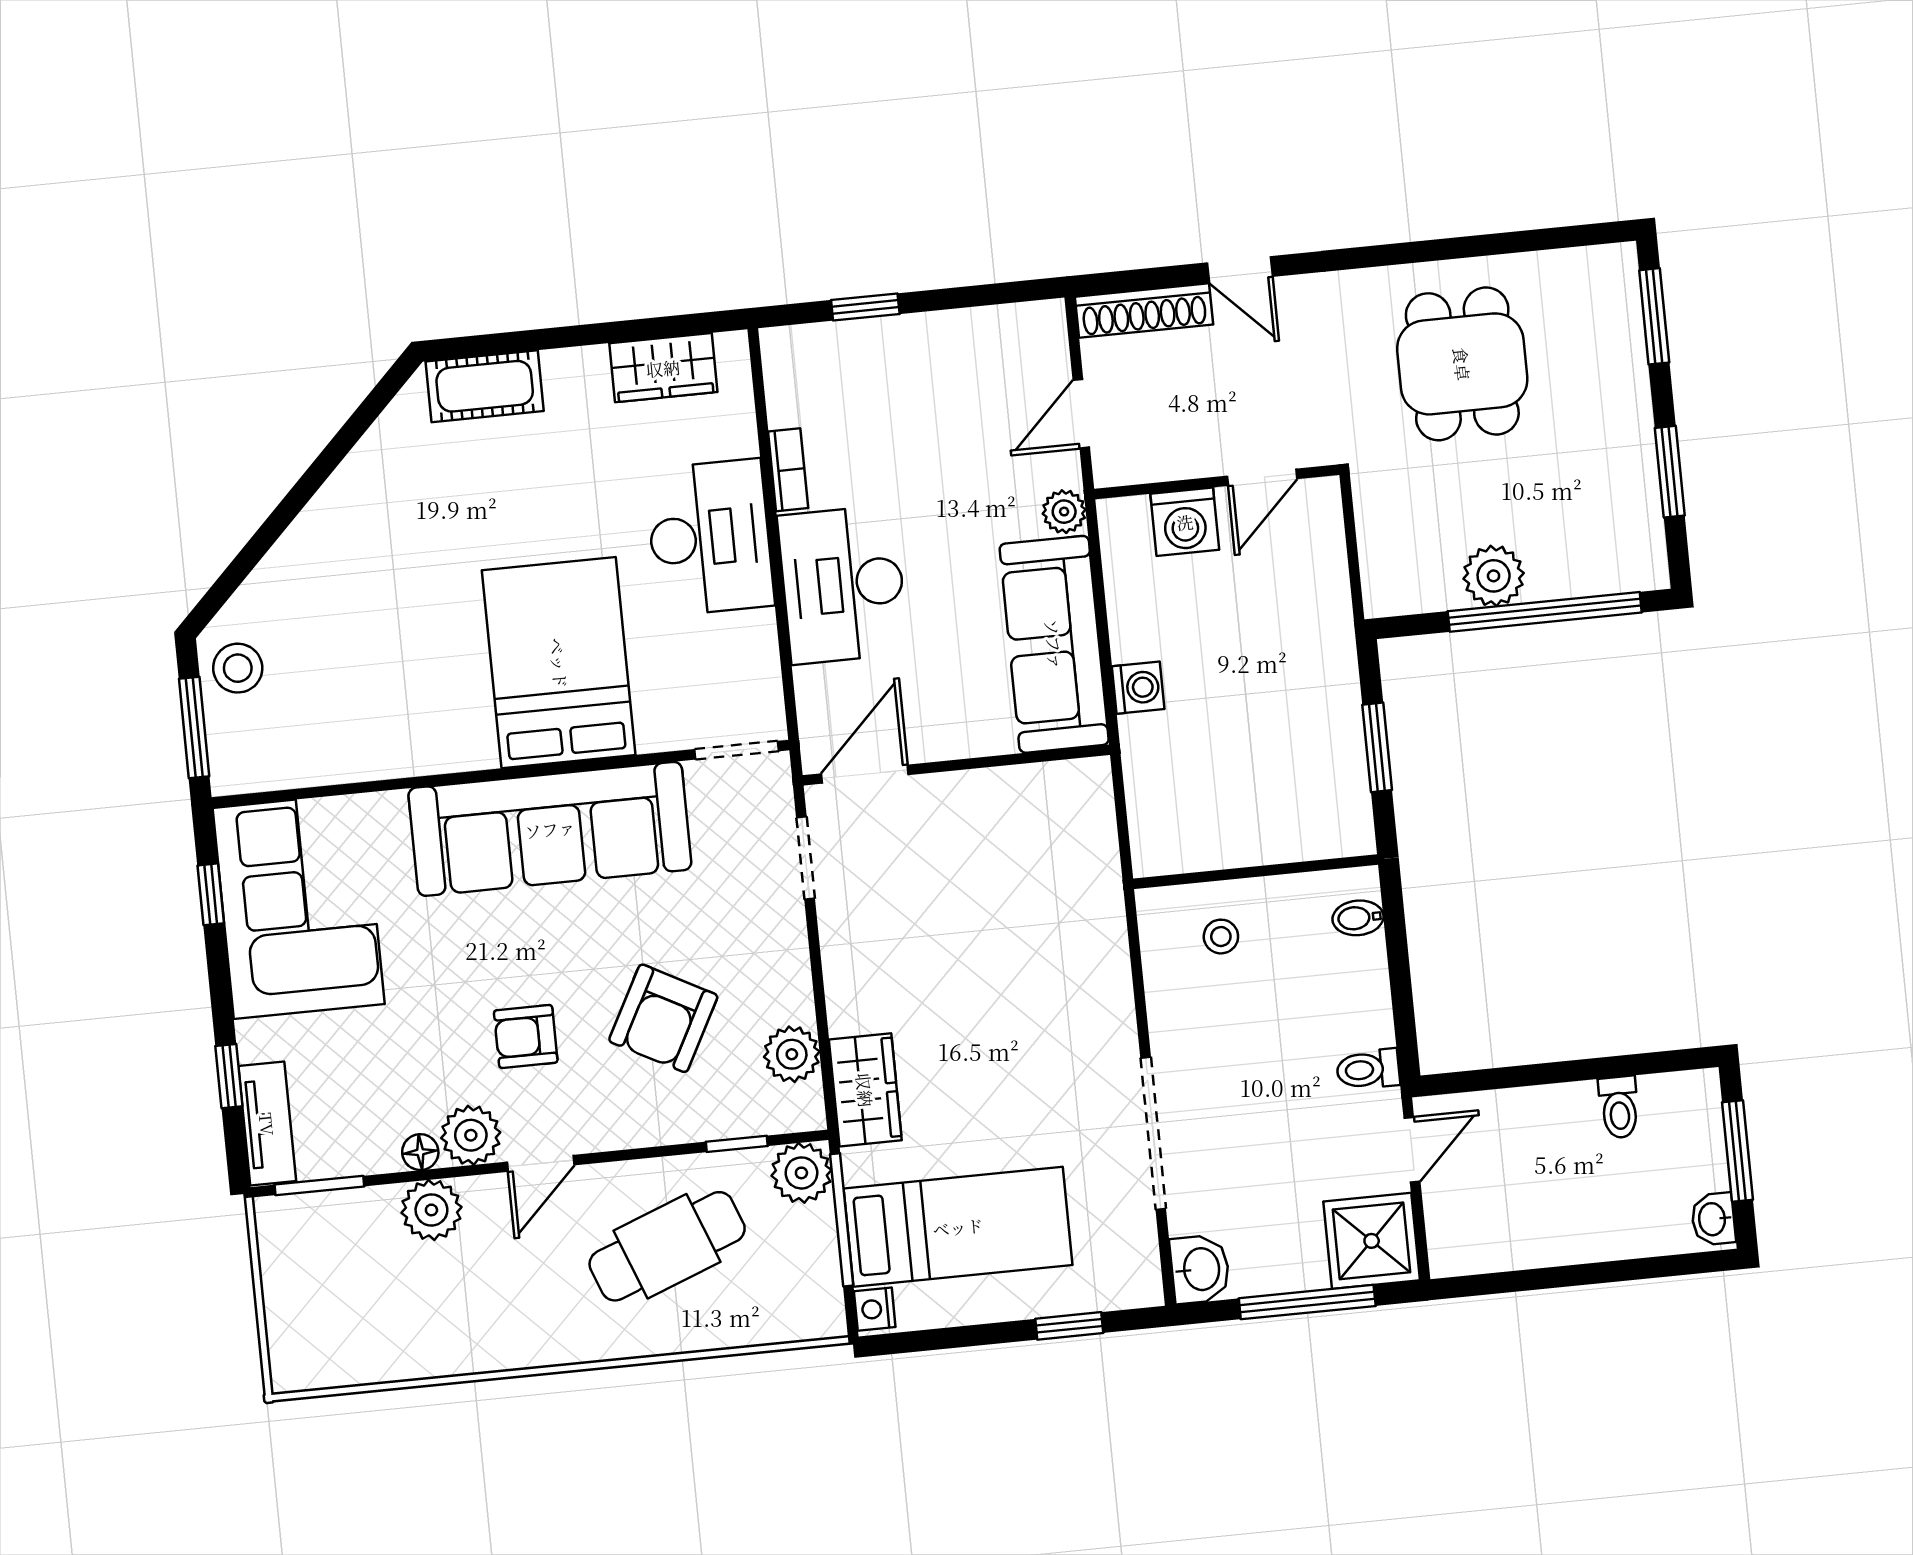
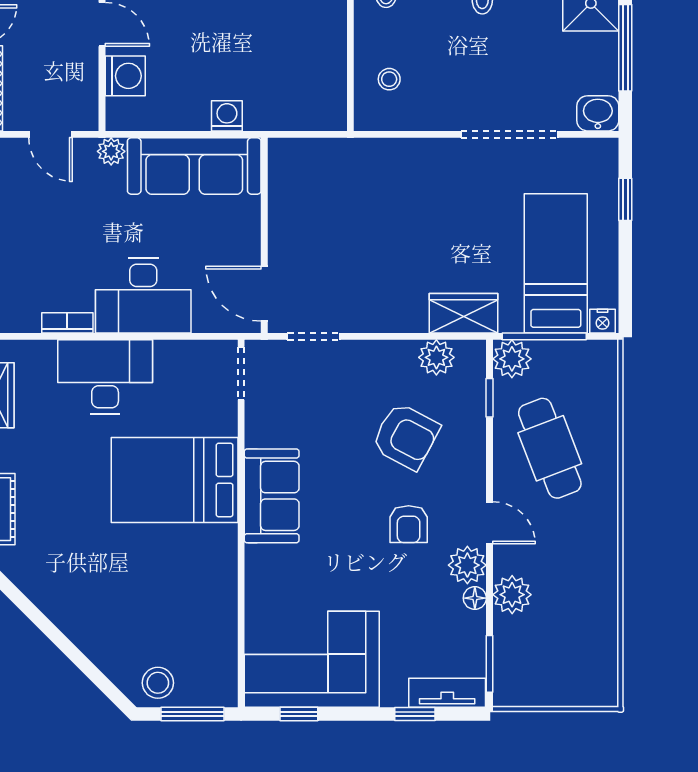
sofa: (550, 829) -> (272, 496), width x0.54, depth x0.79

